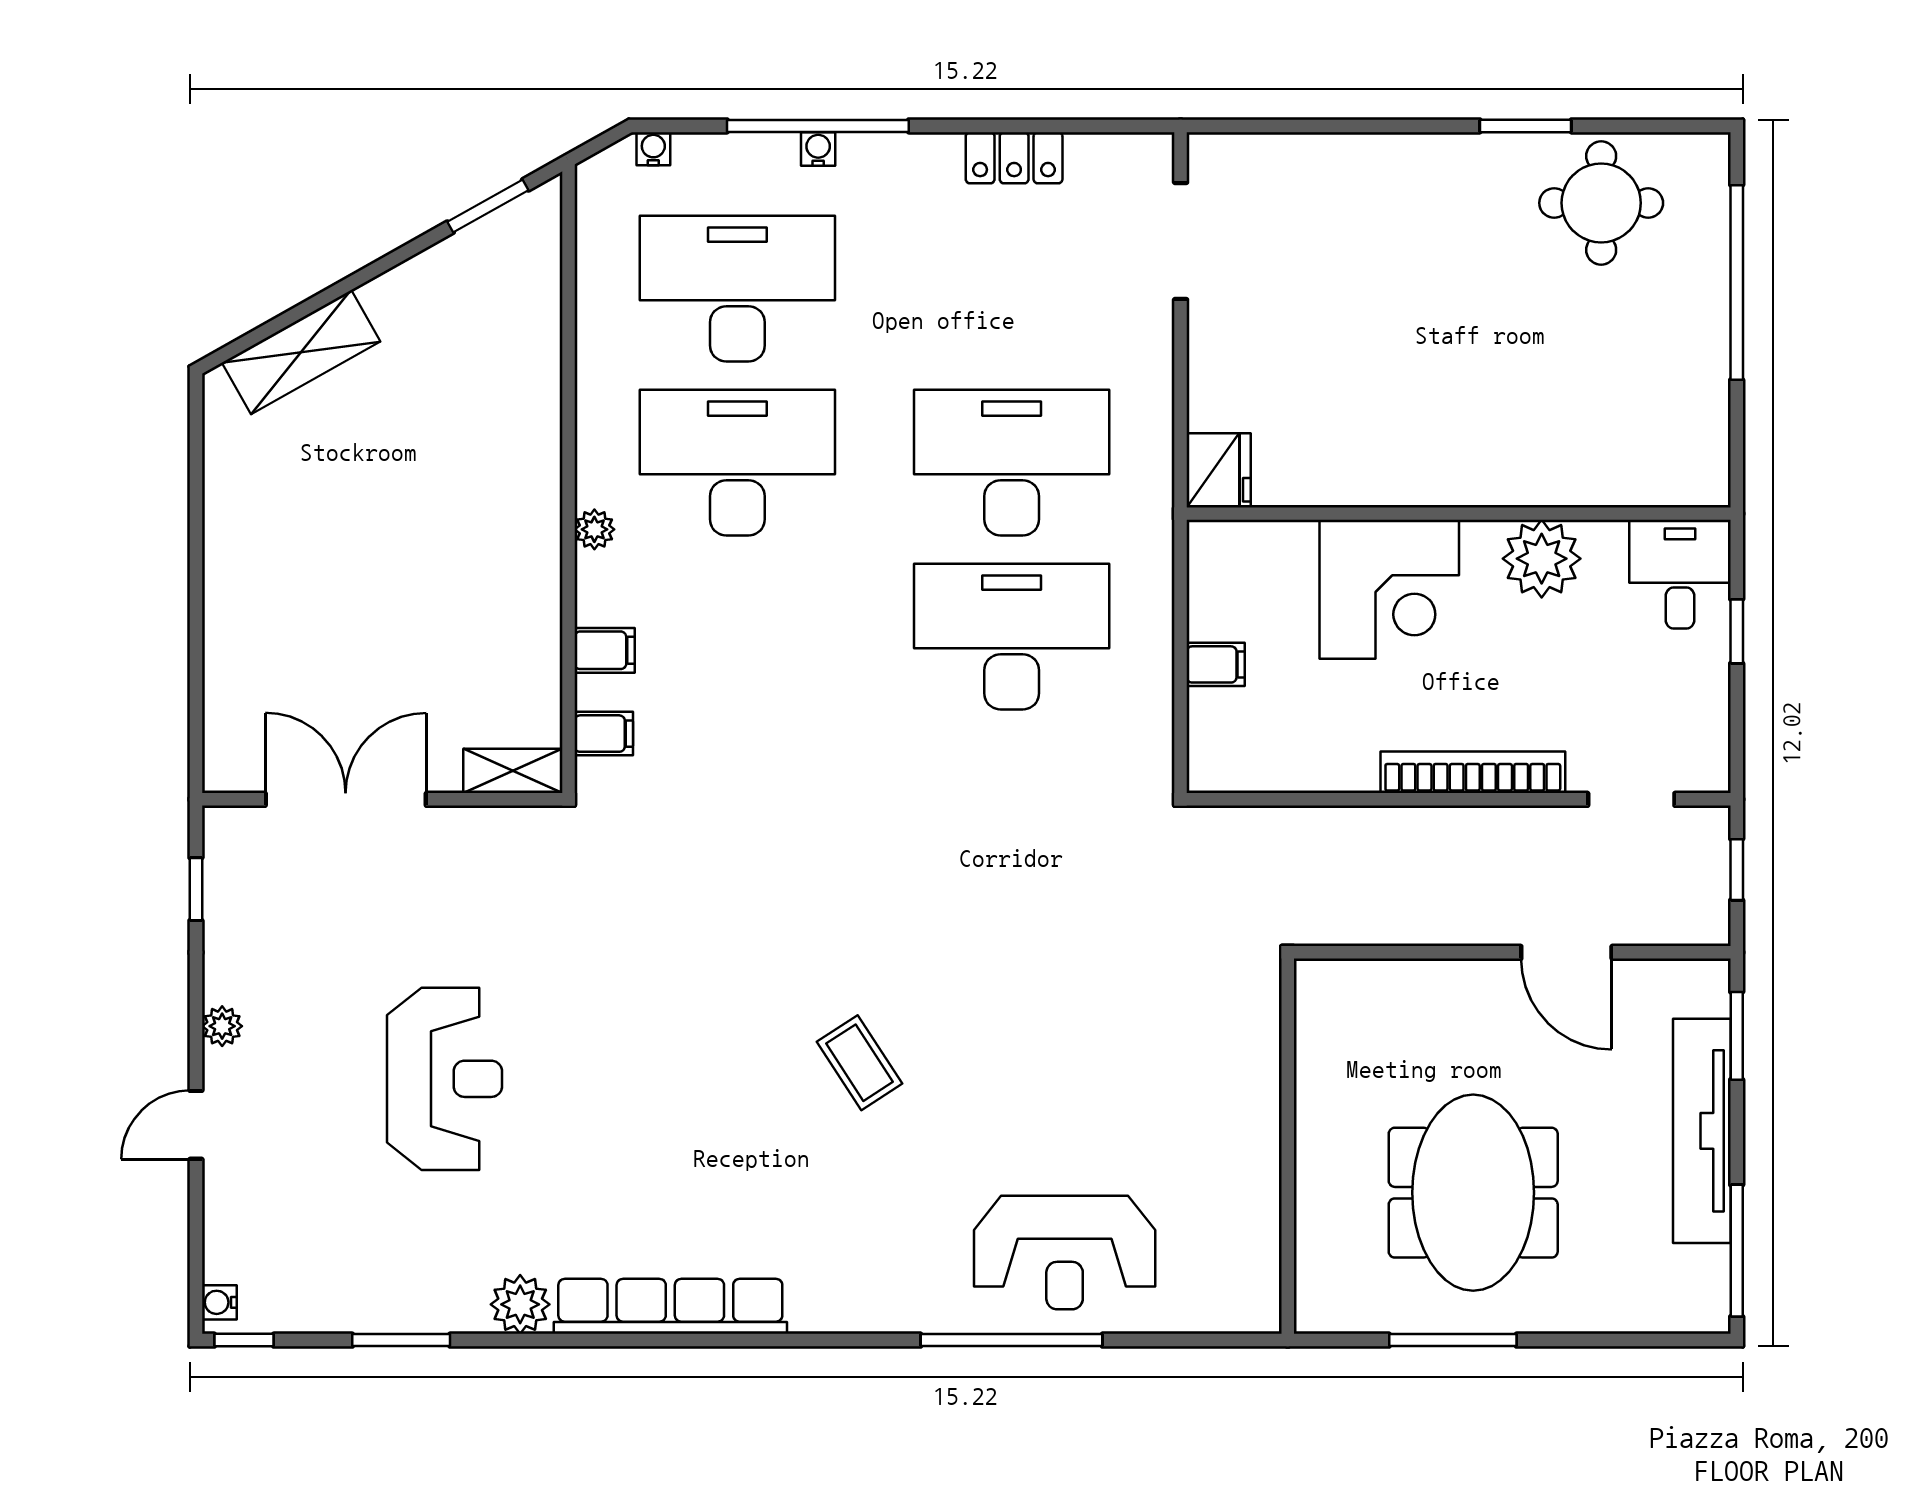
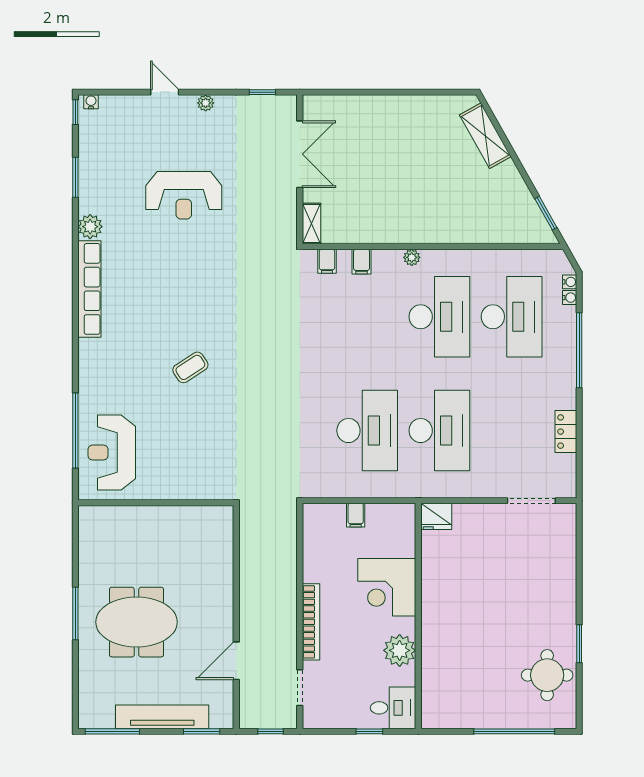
water cooler: (818, 149) -> (570, 298), moved
wall: (1288, 1146) -> (156, 503), moved

